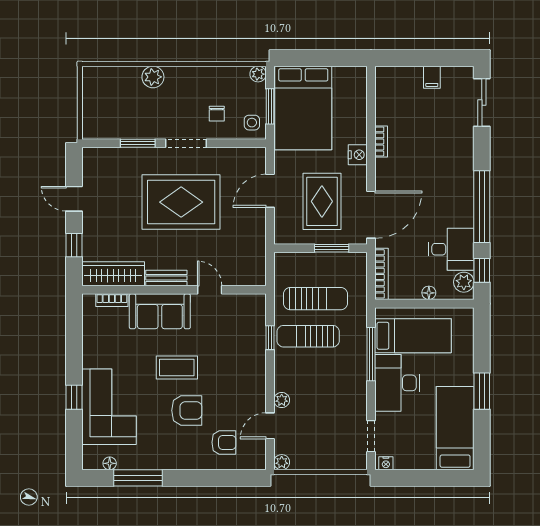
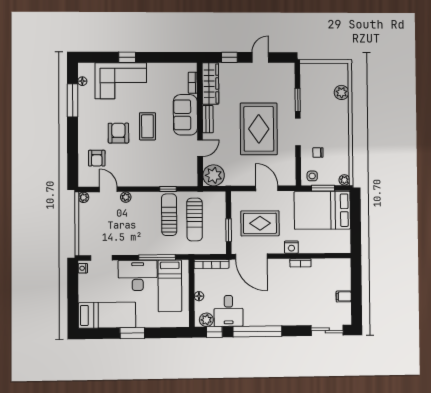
plant: (153, 77) -> (342, 92), moved
plant: (250, 270) -> (214, 175), added
armchair: (187, 410) -> (118, 133), turned 180

